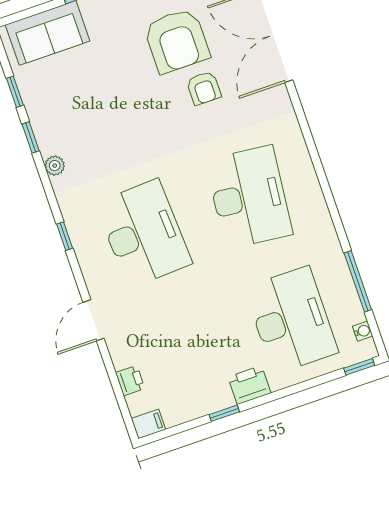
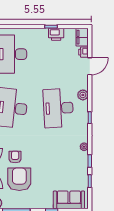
plant: (98, 283) -> (83, 95), added
door: (94, 320) -> (90, 66), moved
printer: (249, 385) -> (56, 34), moved
filing cabinet: (148, 424) -> (82, 37), width x2.00

